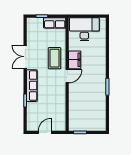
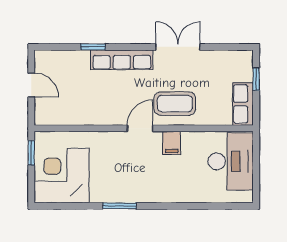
filing cabinet: (75, 60) -> (172, 143), width x0.50
door: (67, 76) -> (140, 128), swing flipped
corner desk: (92, 117) -> (62, 176), added

